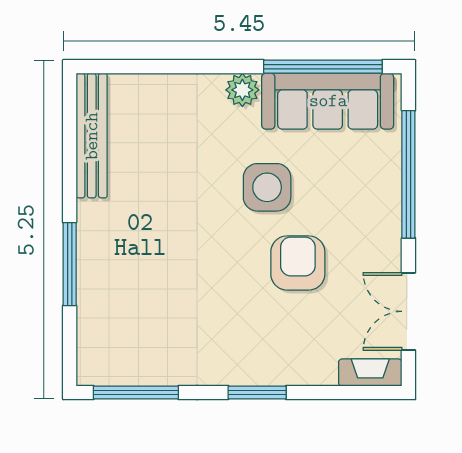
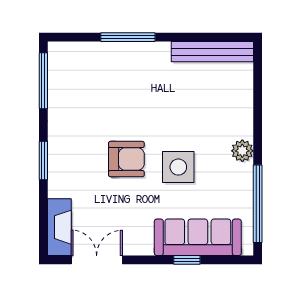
sofa: (328, 101) -> (198, 237), moved, turned 90
window: (408, 174) -> (187, 260), width x0.32
armchair: (298, 263) -> (126, 159), moved
fireplace: (370, 373) -> (59, 227), width x1.37, depth x1.32

